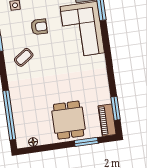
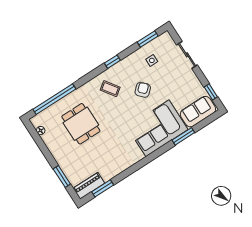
armchair: (39, 27) -> (143, 90), turned -133
dining table: (69, 120) -> (81, 124), moved, turned 90

